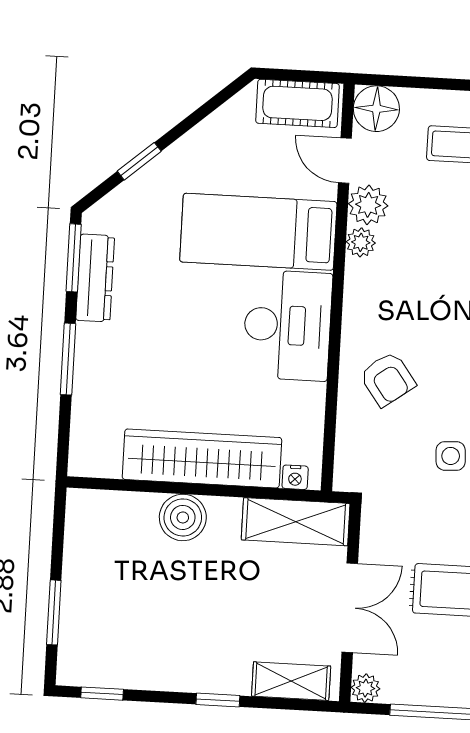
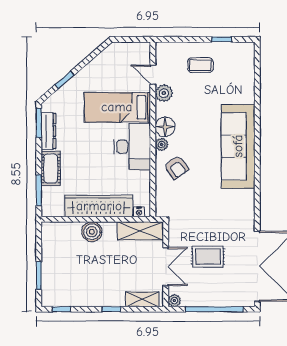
cot: (298, 103) -> (51, 169), moved, turned 90
floor lamp: (376, 109) -> (165, 127), moved
plant: (361, 242) -> (162, 144), moved
window: (68, 359) -> (39, 190), moved
side table: (451, 456) -> (205, 199), removed

